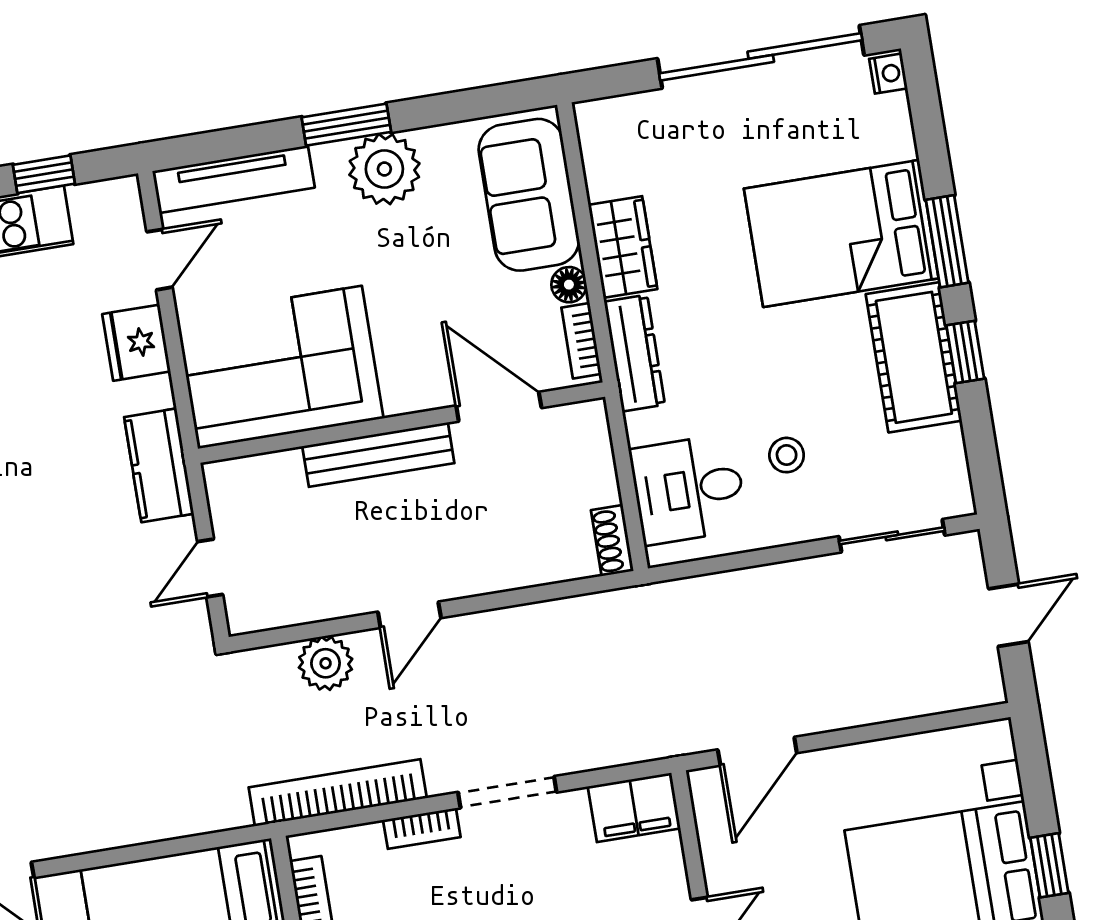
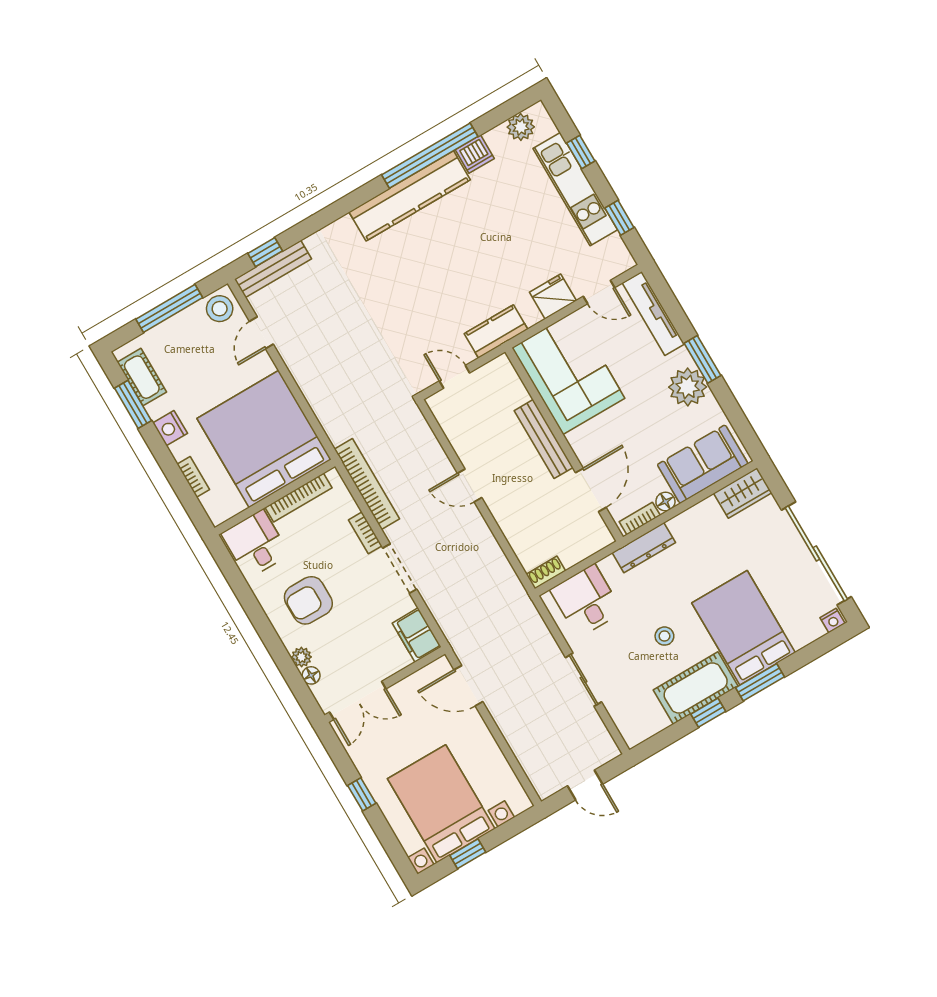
wardrobe: (623, 247) -> (743, 493), moved
stool: (787, 455) -> (664, 636), moved
sliding door: (892, 536) -> (584, 680), moved
plant: (326, 663) -> (429, 453), removed

